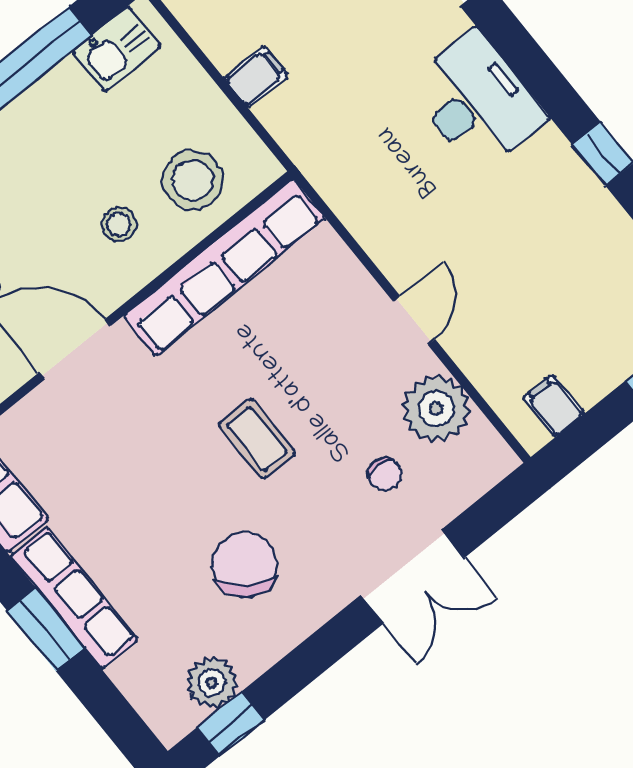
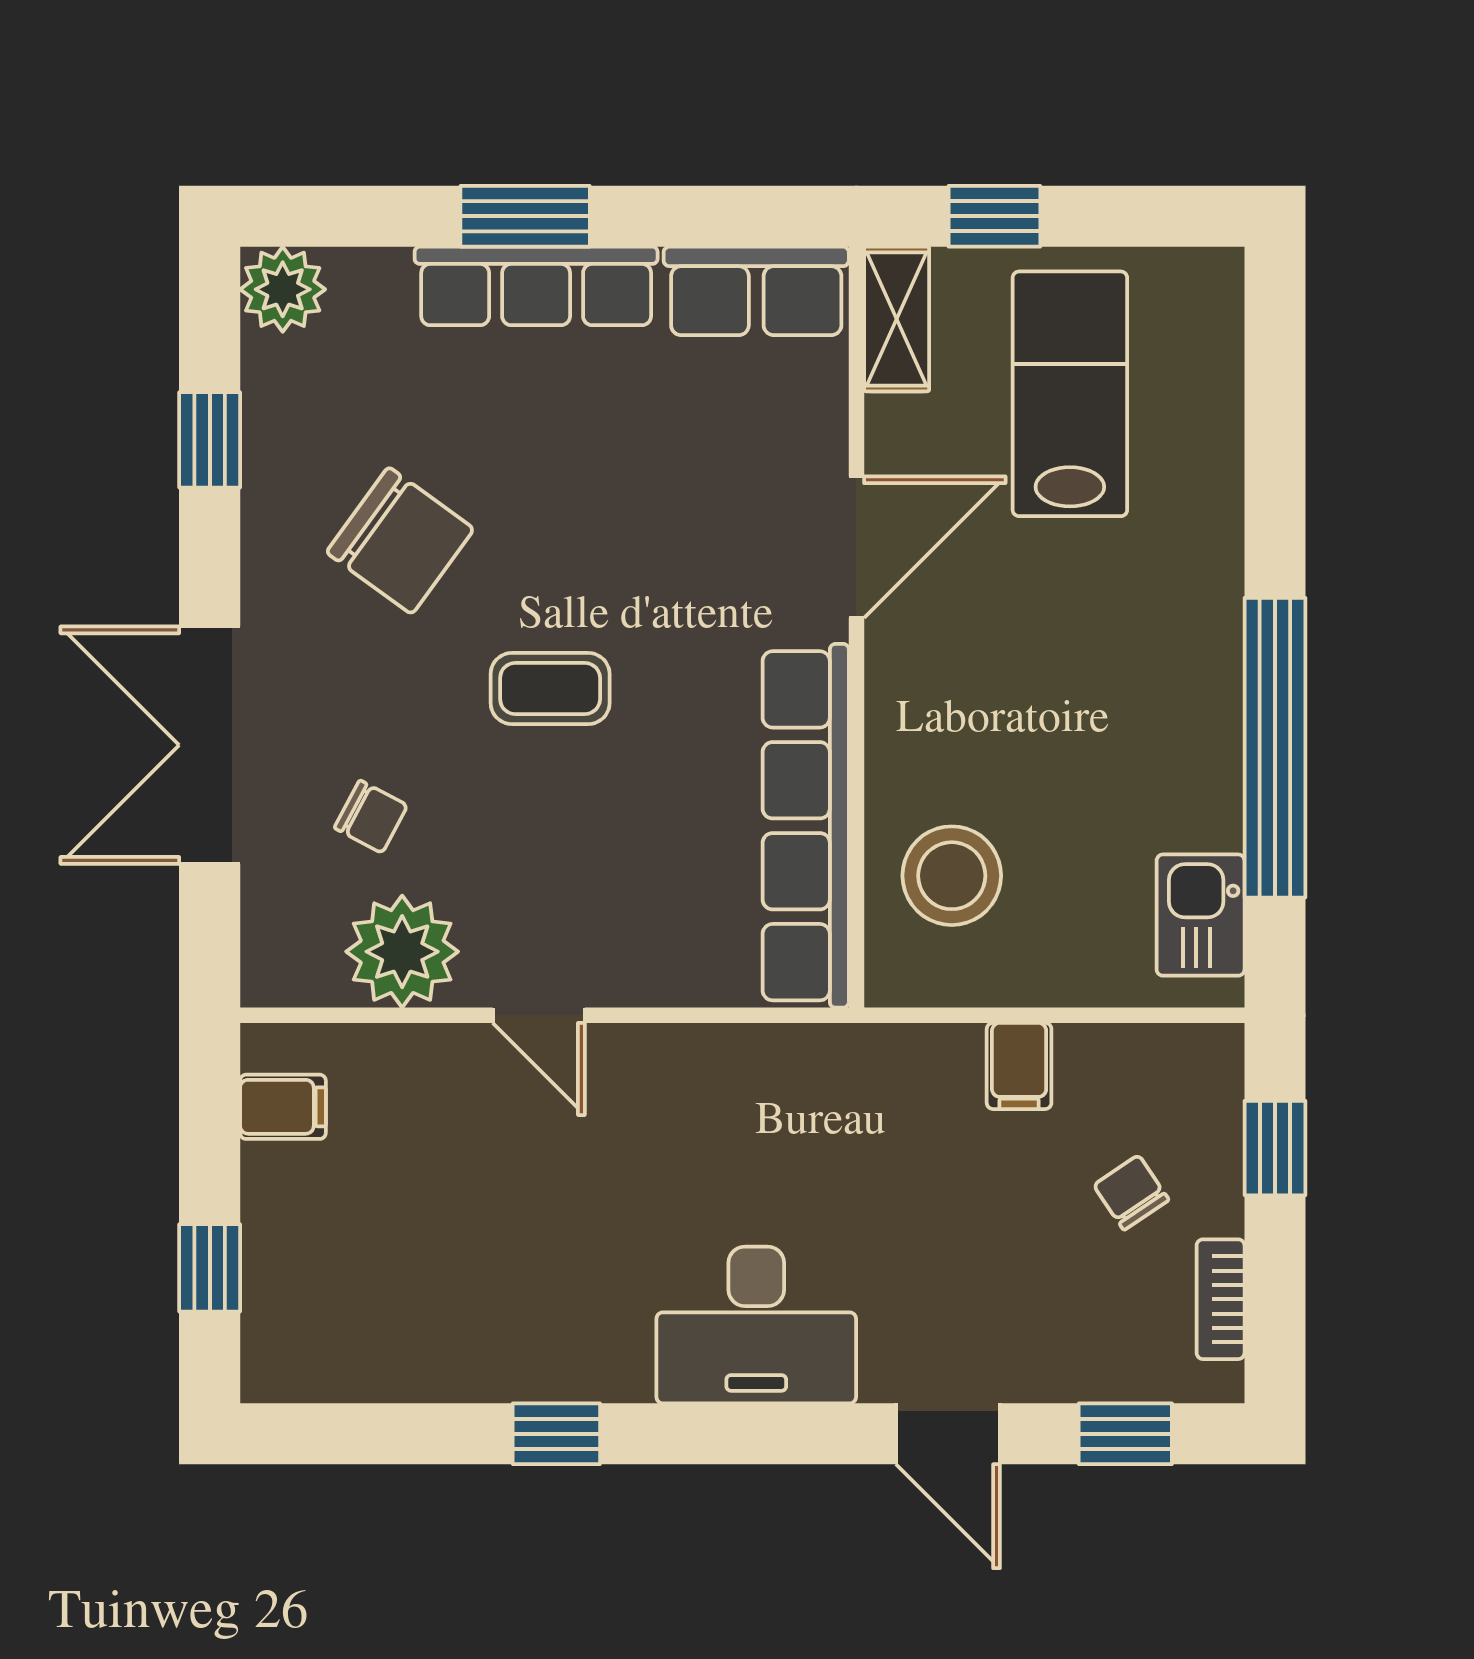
stool: (119, 224) -> (971, 734), removed
chair: (385, 474) -> (371, 817), turned -152
double door: (412, 577) -> (210, 745), width x1.37
plant: (212, 682) -> (283, 289), moved
window: (230, 724) -> (210, 440), moved

